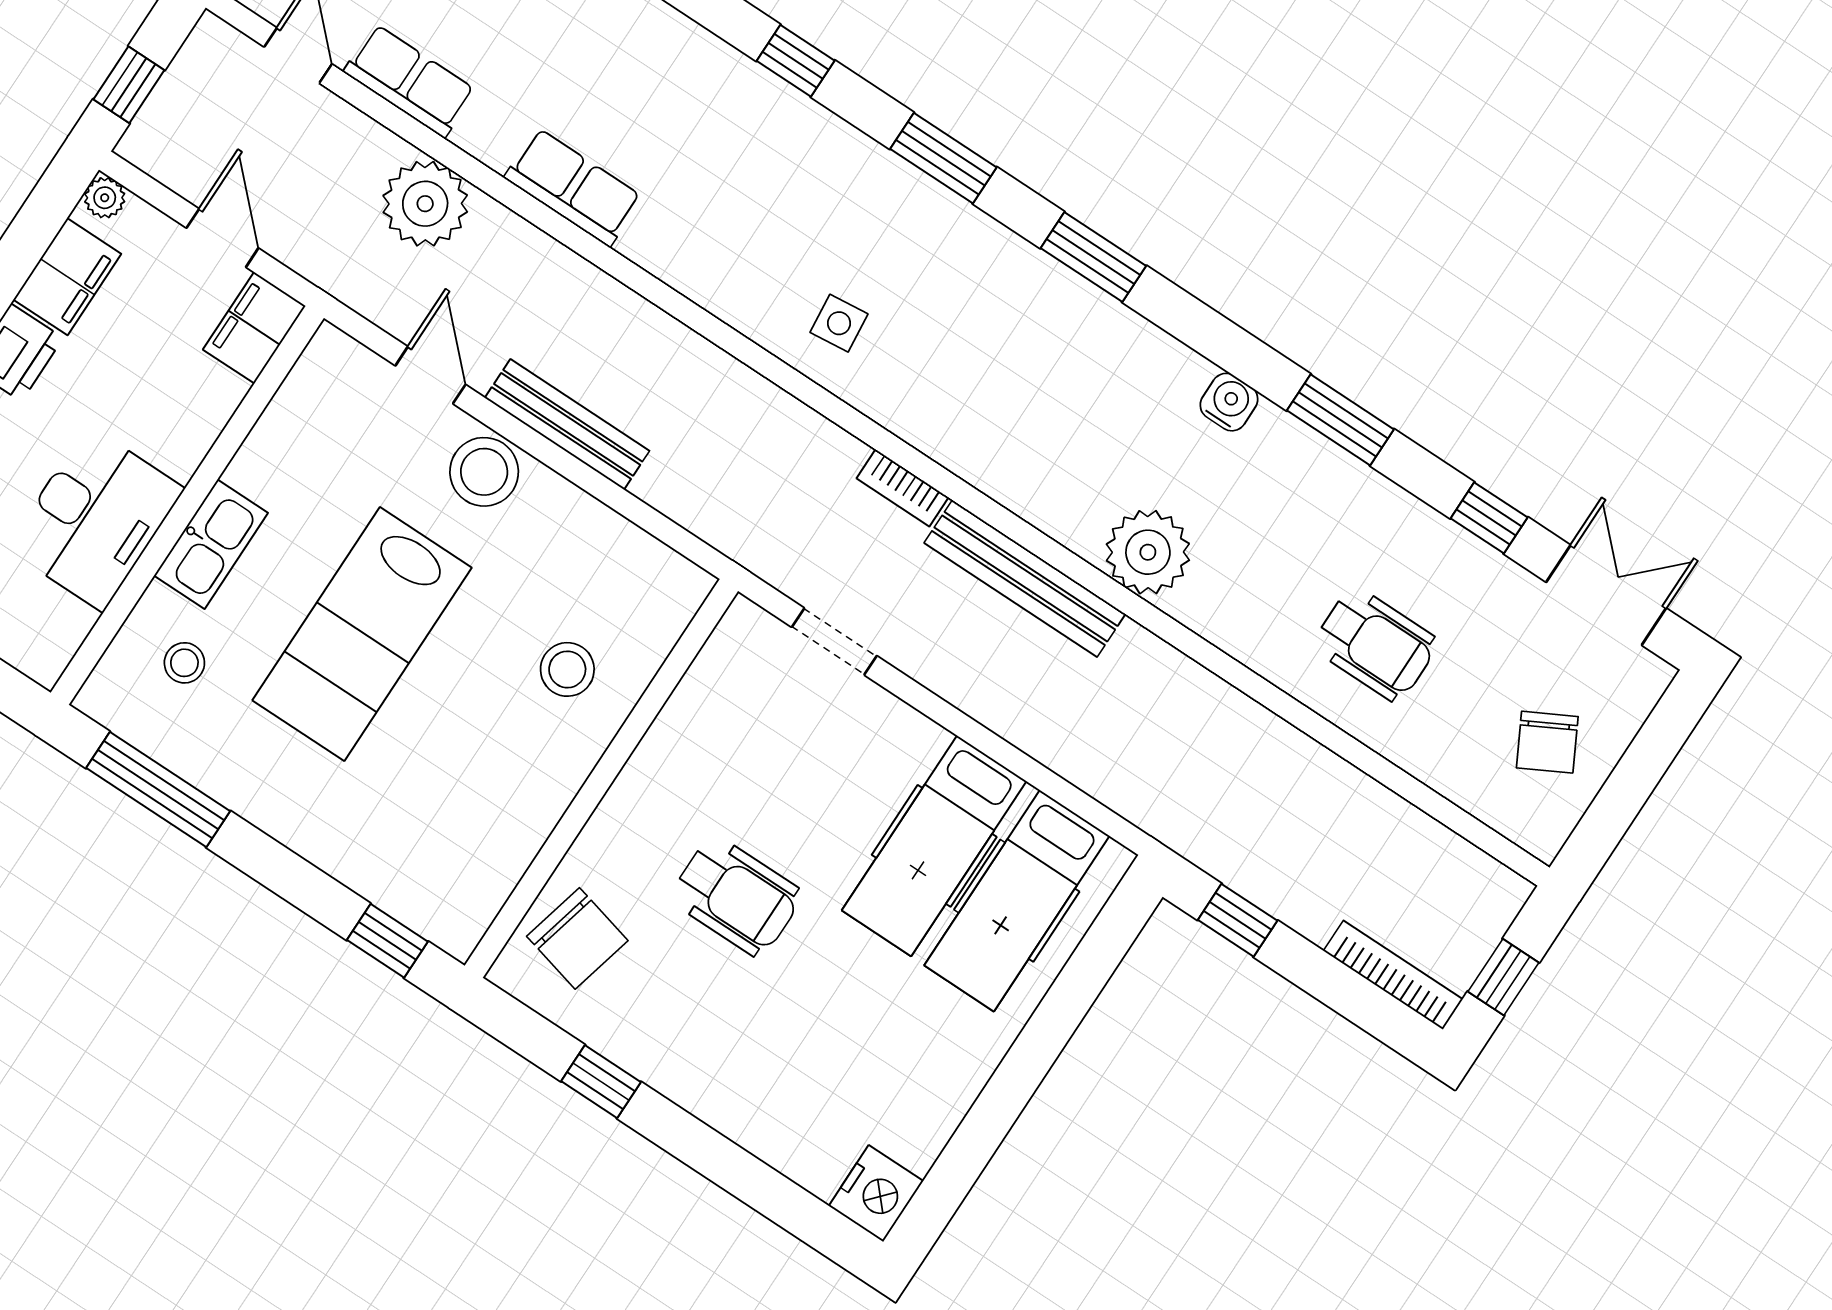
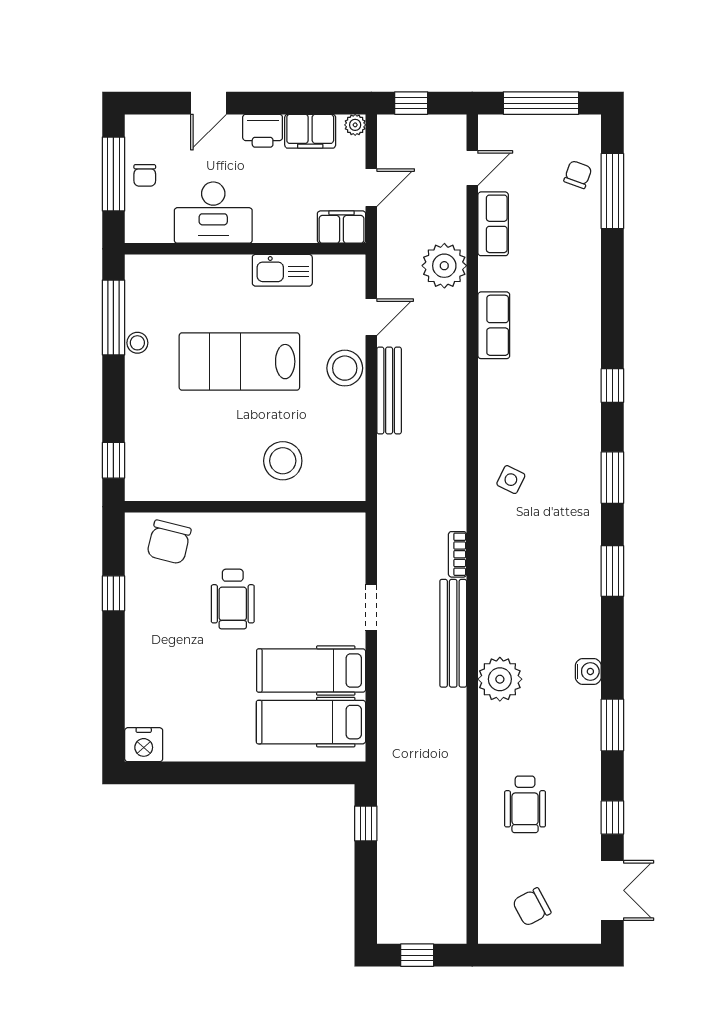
side table: (839, 323) -> (511, 480), turned 32
kitchen sink: (211, 544) -> (282, 270), moved
doorway: (834, 641) -> (371, 607), moved
stool: (184, 663) -> (137, 343), moved
stool: (567, 669) -> (283, 461), width x1.38, depth x1.38
bookcase: (1393, 975) -> (386, 907), removed

